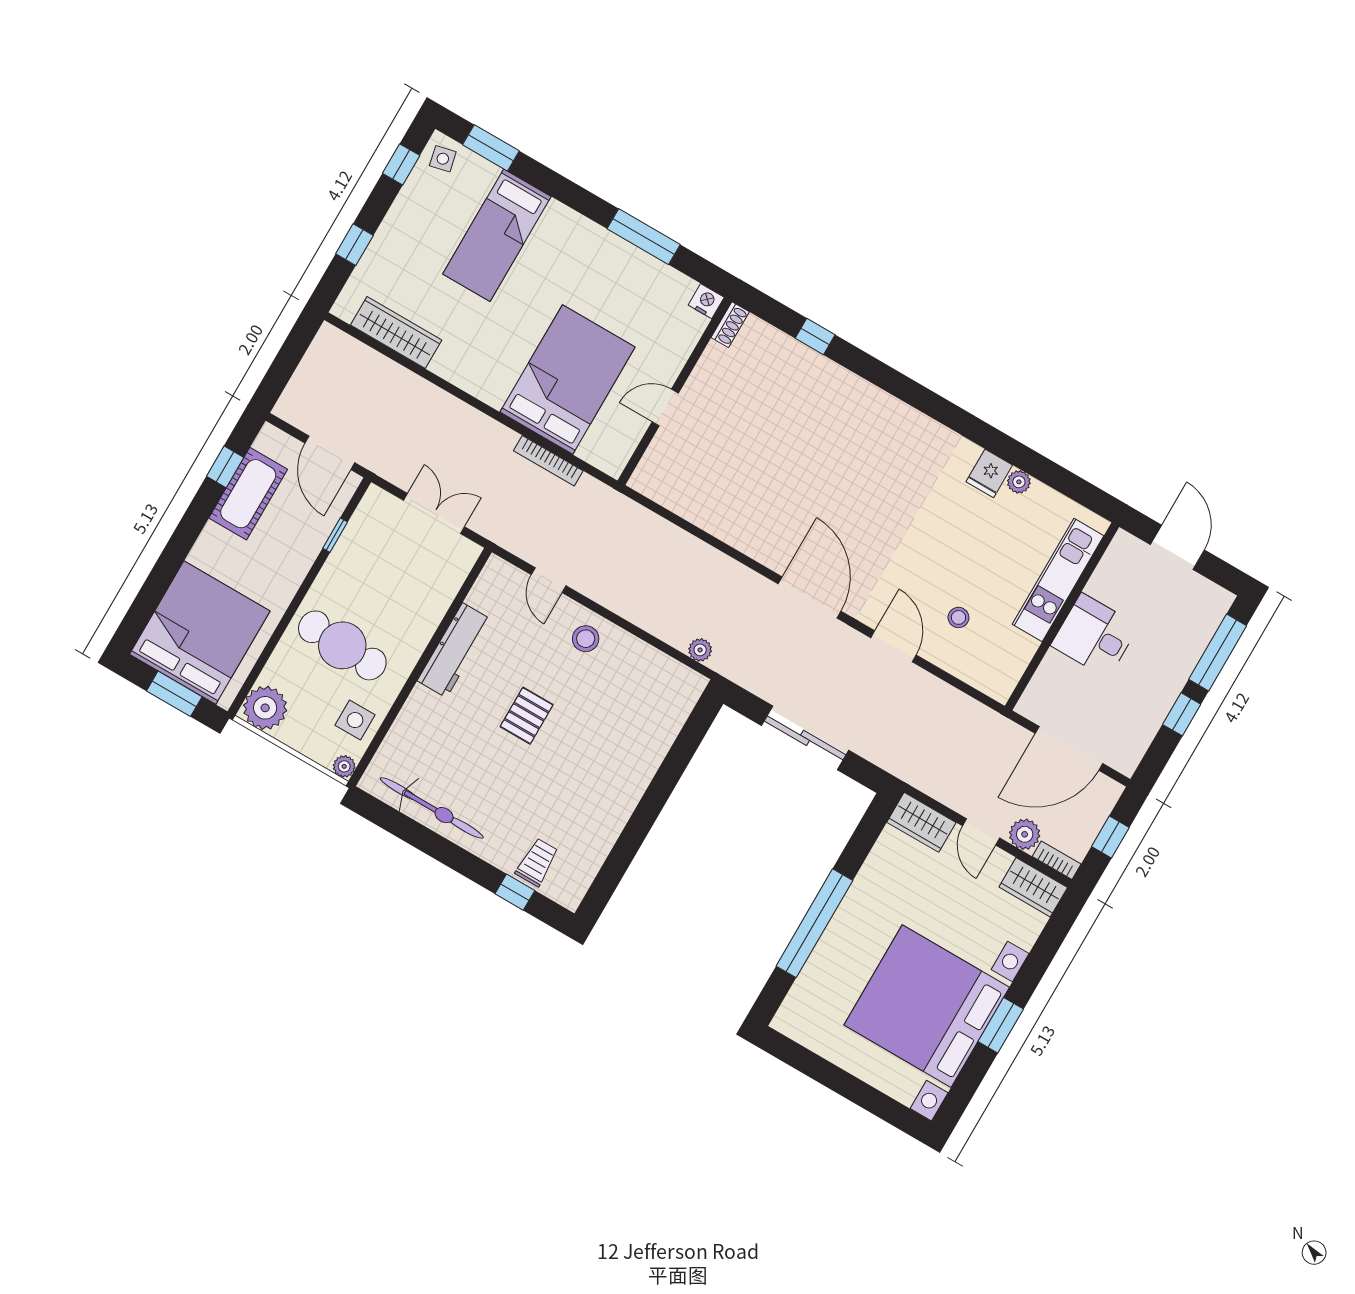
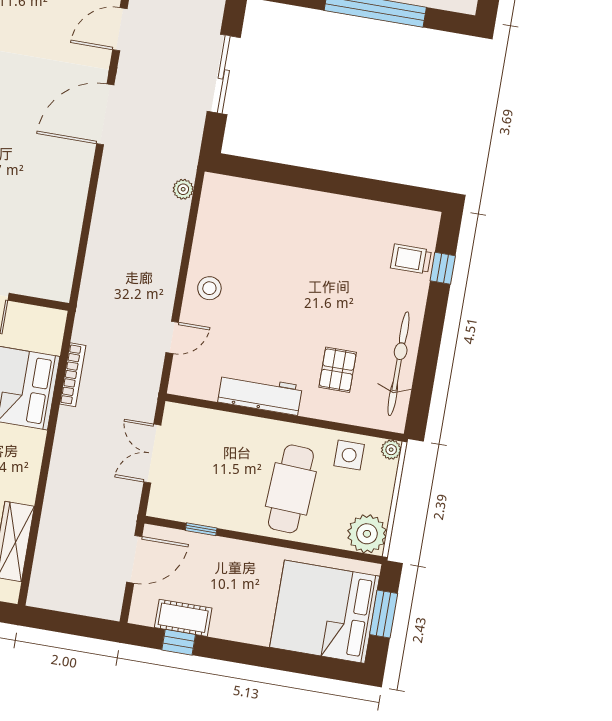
cot: (248, 494) -> (183, 618), width x0.73, depth x0.75
pallet: (527, 716) -> (338, 370), moved, turned 90

